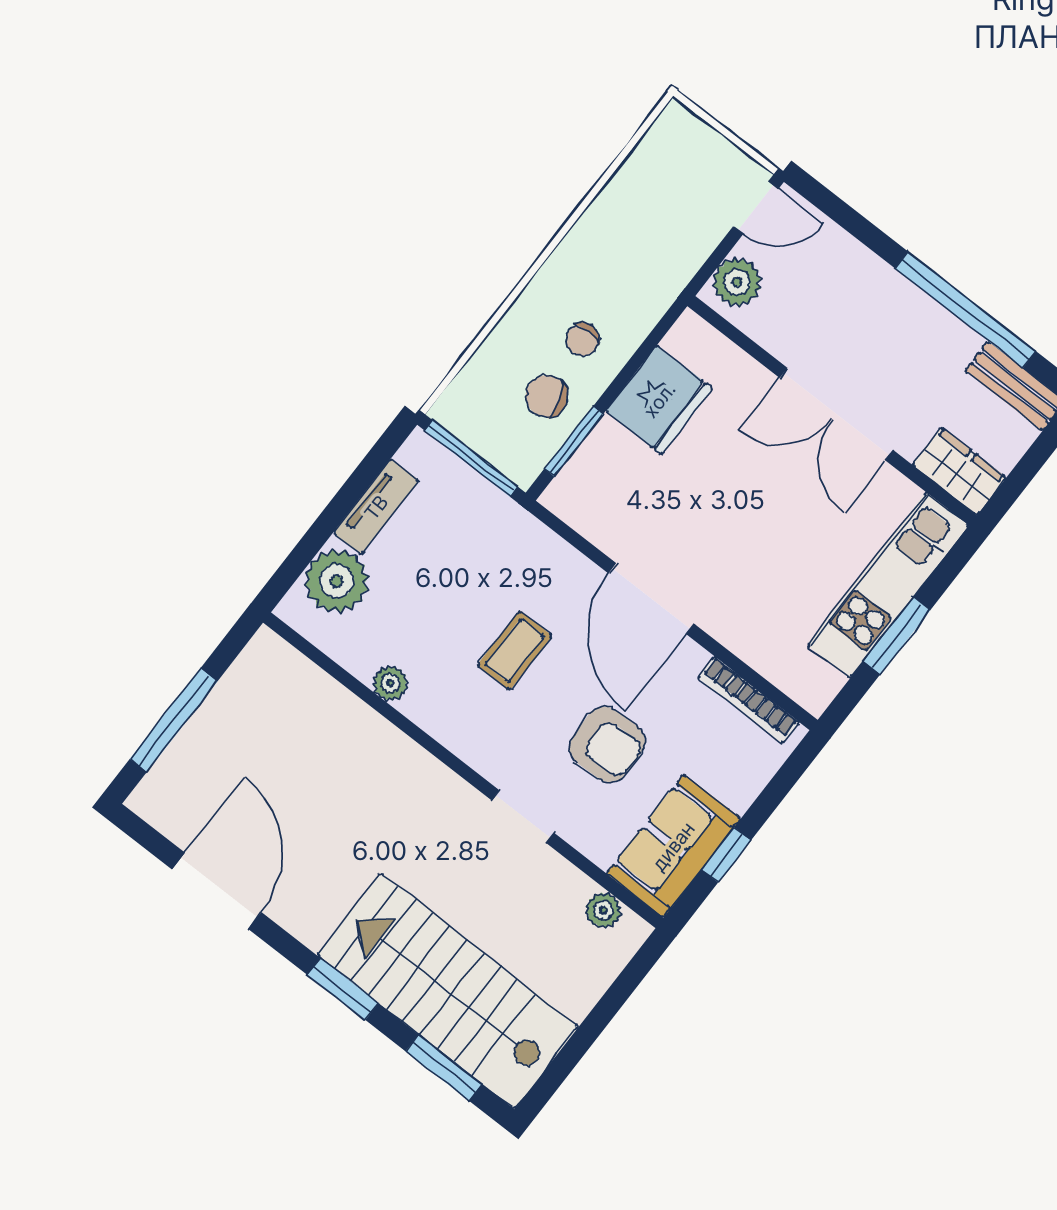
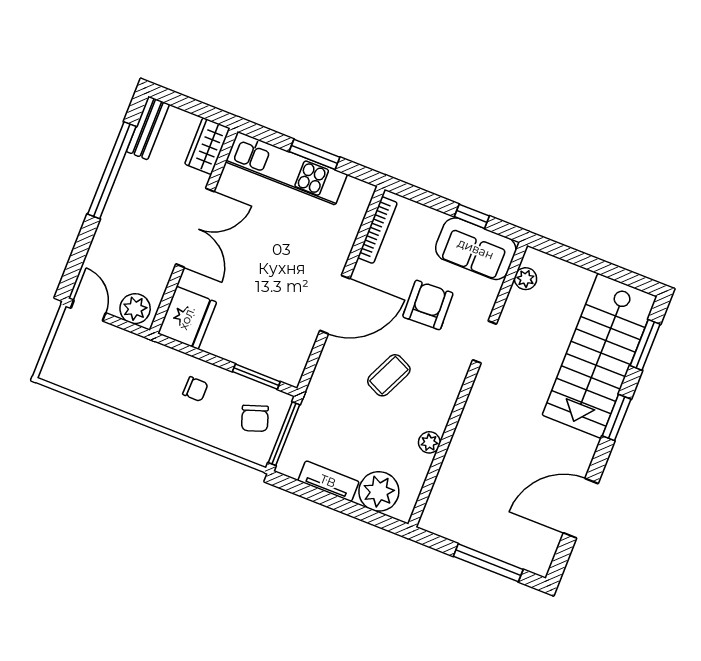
chair: (547, 396) -> (255, 418), moved
fridge: (659, 400) -> (187, 318), moved, turned 90
coffee table: (515, 650) -> (389, 375), turned -65

